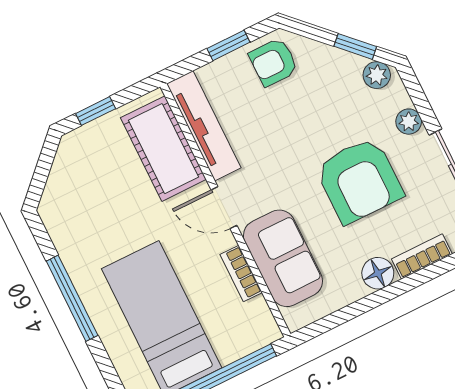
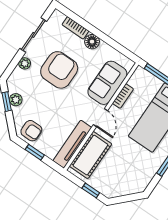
plant: (377, 75) -> (16, 100), moved

